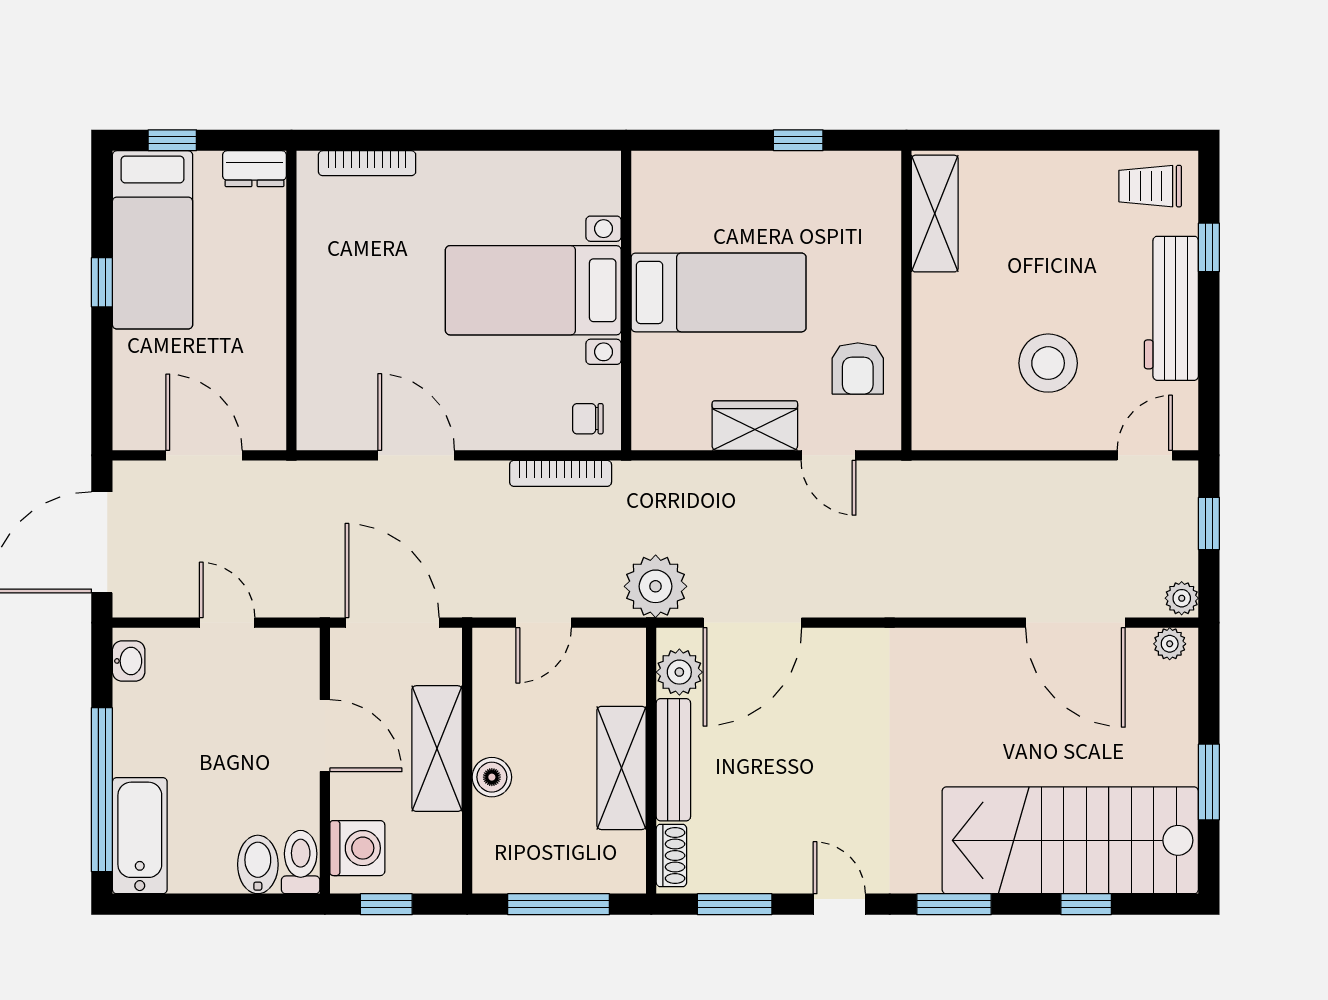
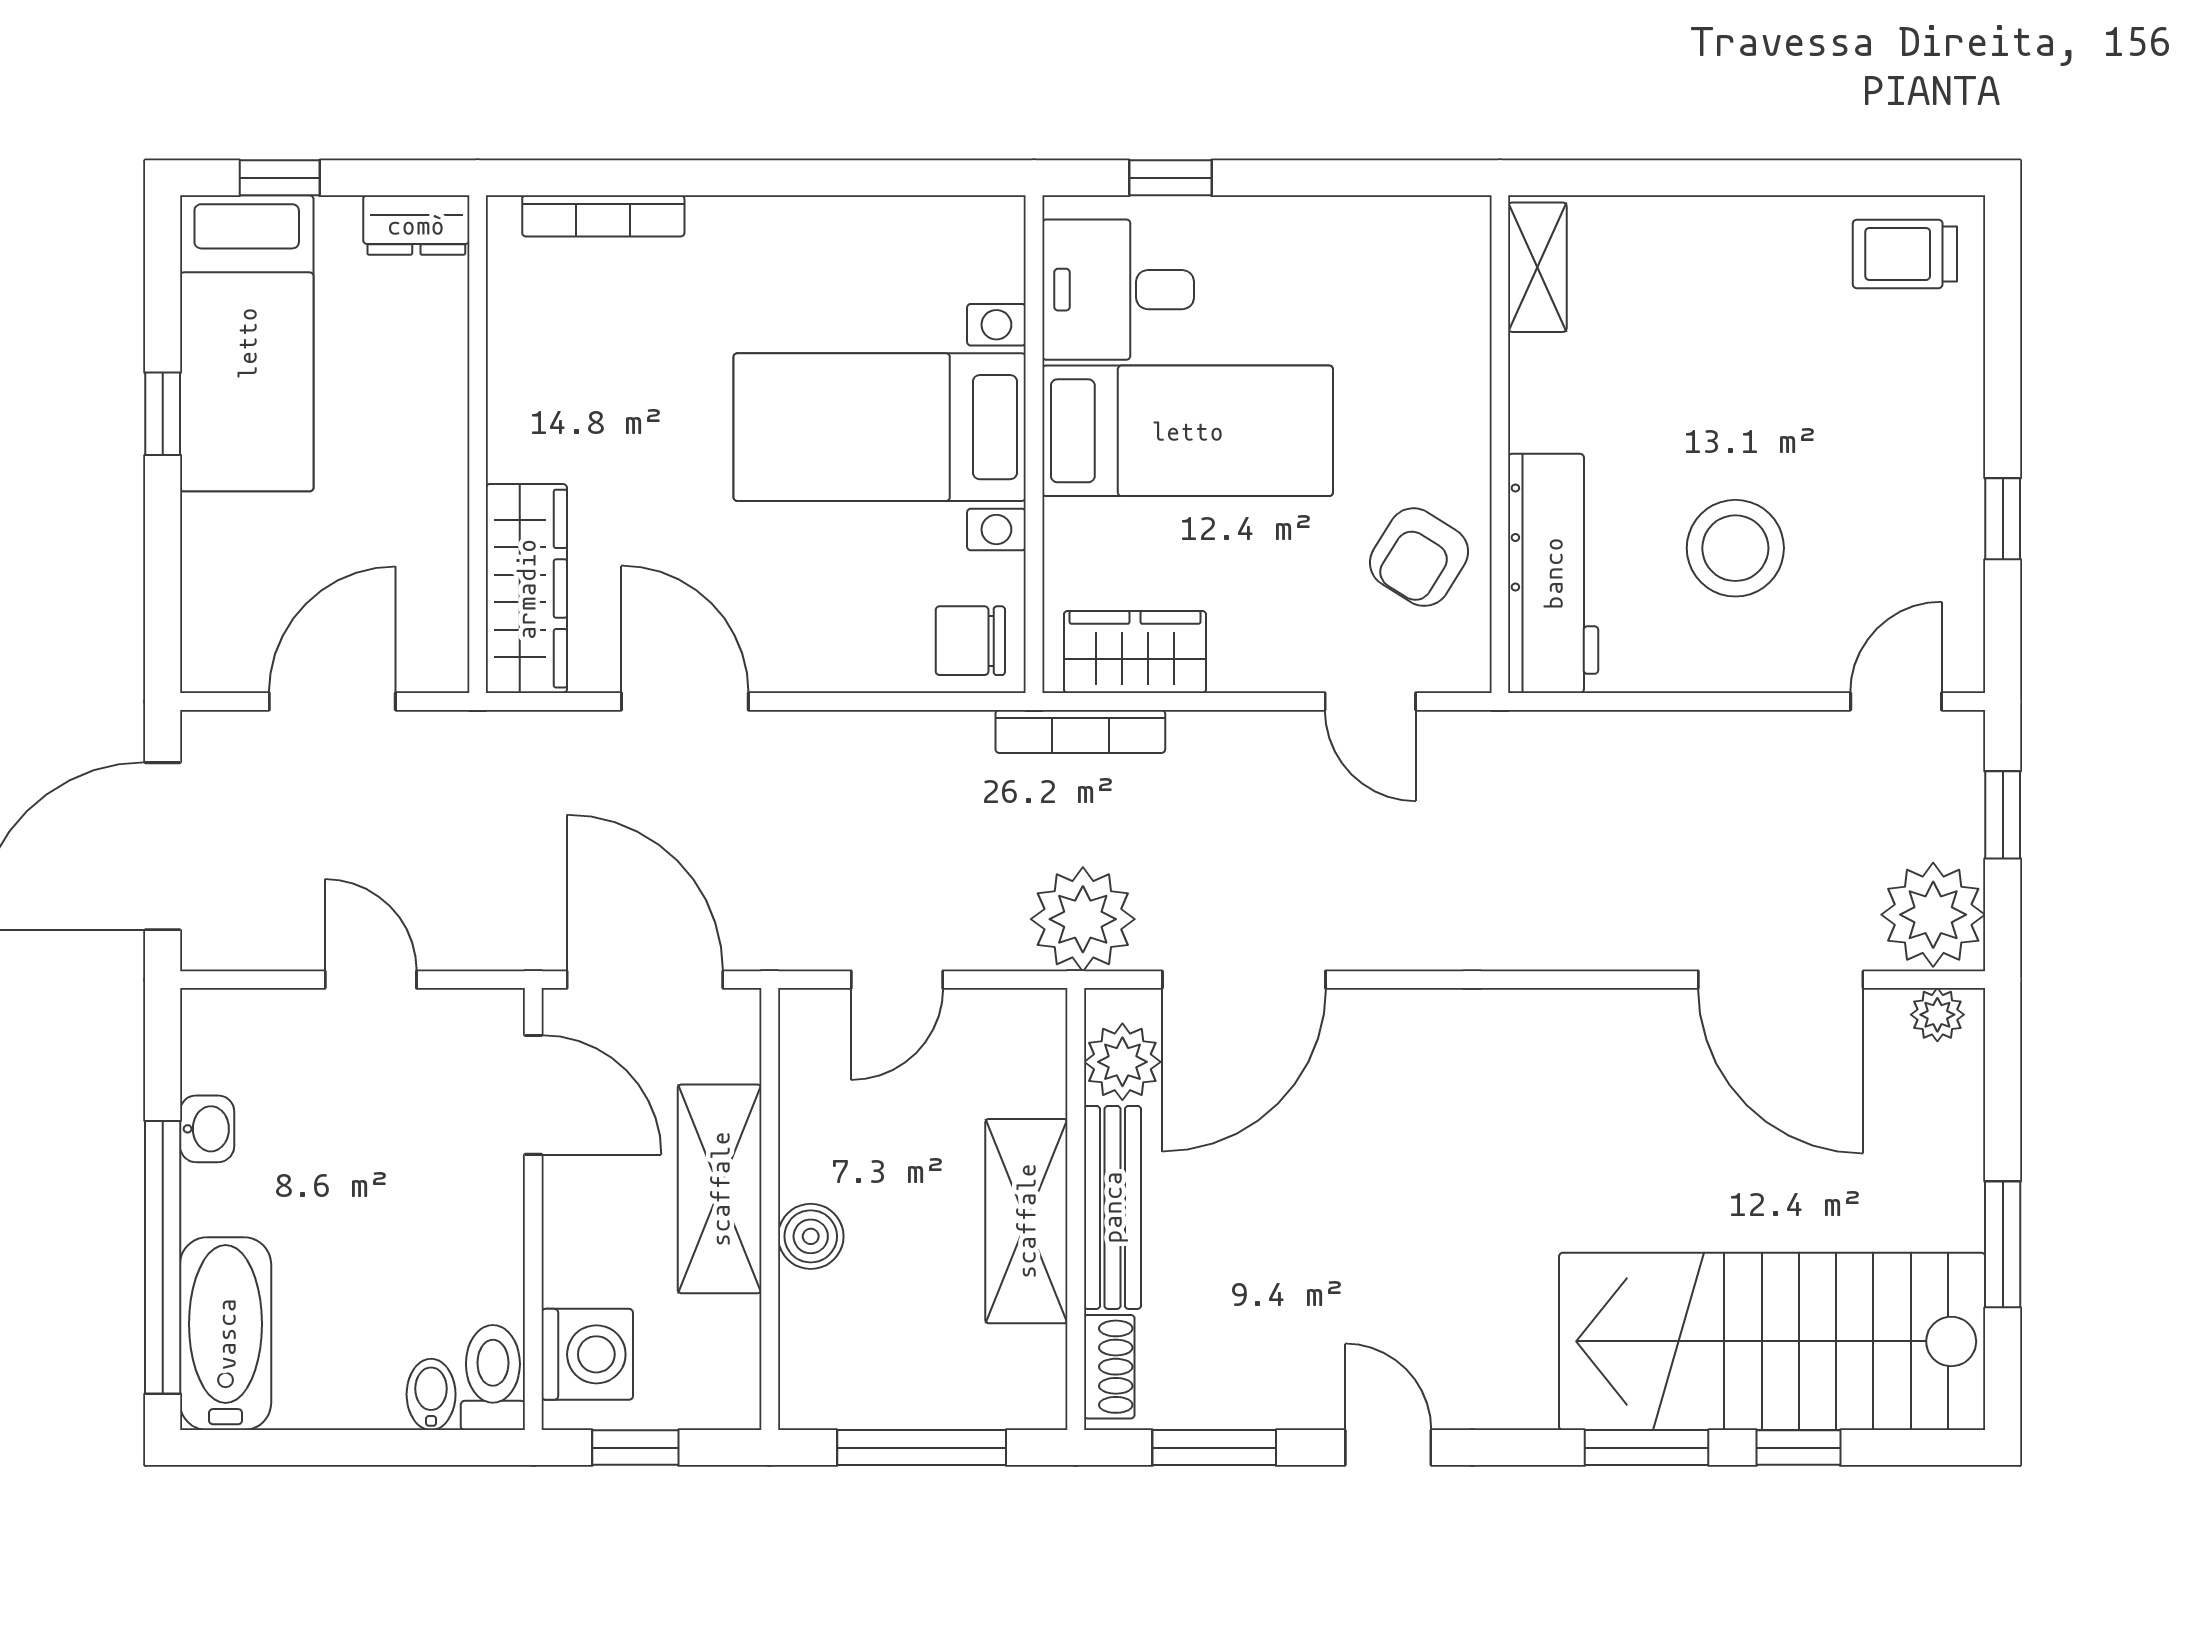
window: (798, 140) -> (1170, 178), moved
desk: (677, 208) -> (1118, 290), added
shelving: (935, 214) -> (1537, 267), width x0.67, depth x0.75
window: (1209, 247) -> (2003, 519), moved
workbench: (1171, 308) -> (1553, 573), moved, turned 180
armchair: (858, 368) -> (1419, 557), turned 32
wardrobe: (321, 387) -> (526, 589), added
chair: (588, 419) -> (970, 641), width x1.37, depth x1.37
wardrobe: (755, 426) -> (1135, 652), moved
door: (204, 455) -> (332, 701), hinge flipped
bookcase: (561, 473) -> (1080, 731), moved
plant: (1182, 598) -> (1933, 915), width x1.88, depth x1.88
washbasin: (129, 661) -> (207, 1129), moved
door: (325, 736) -> (533, 1095), moved
bidet: (258, 864) -> (431, 1394), width x0.72, depth x0.74
window: (954, 904) -> (1647, 1448), moved

